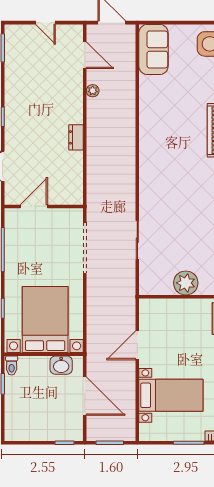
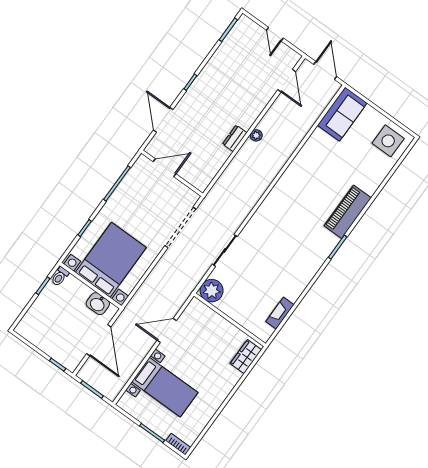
plant: (93, 91) -> (256, 135), moved
plant: (186, 283) -> (212, 291), moved

